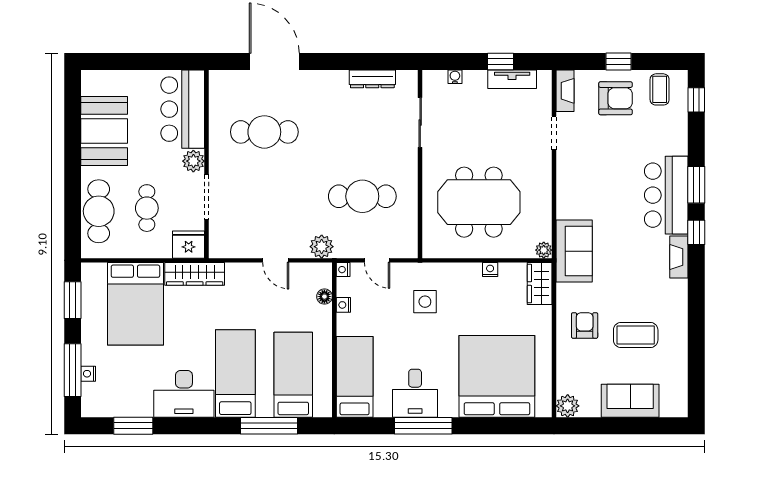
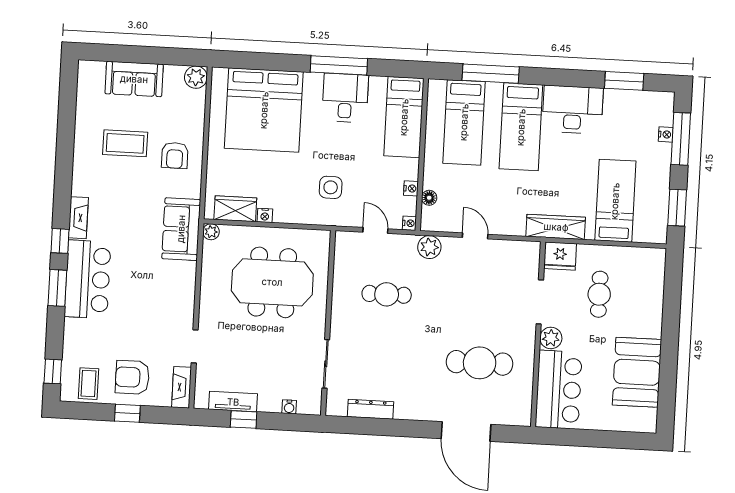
cafe table: (362, 196) -> (387, 294), width x0.73, depth x0.74
cafe table: (99, 211) -> (647, 294), removed
wardrobe: (540, 284) -> (235, 209), moved, turned -90
bed: (135, 304) -> (615, 201), width x0.67

